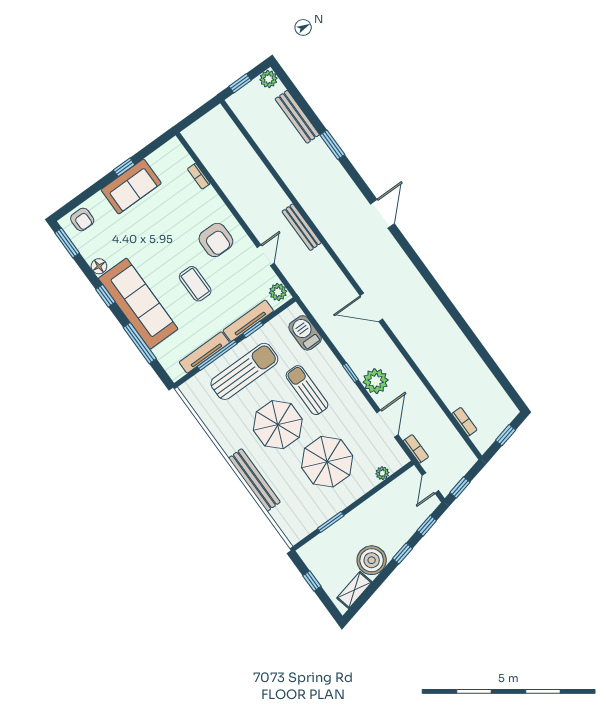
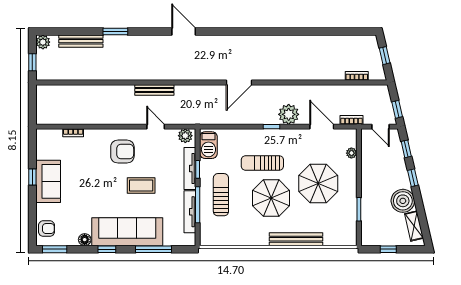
barbecue: (305, 333) -> (208, 145), moved, turned -90
sun lounger: (244, 371) -> (221, 195), width x0.73, depth x0.75

